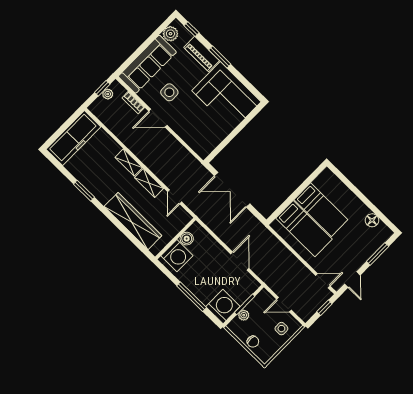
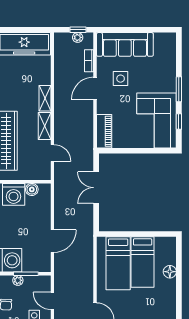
window: (191, 29) -> (179, 121), moved
plant: (170, 34) -> (161, 40), removed
piano: (202, 54) -> (104, 131), moved, turned 180
door: (158, 118) -> (95, 88), hinge flipped
double door: (232, 190) -> (96, 188), width x0.73
door: (175, 197) -> (52, 153), swing flipped
floor lamp: (372, 220) -> (170, 272), moved

